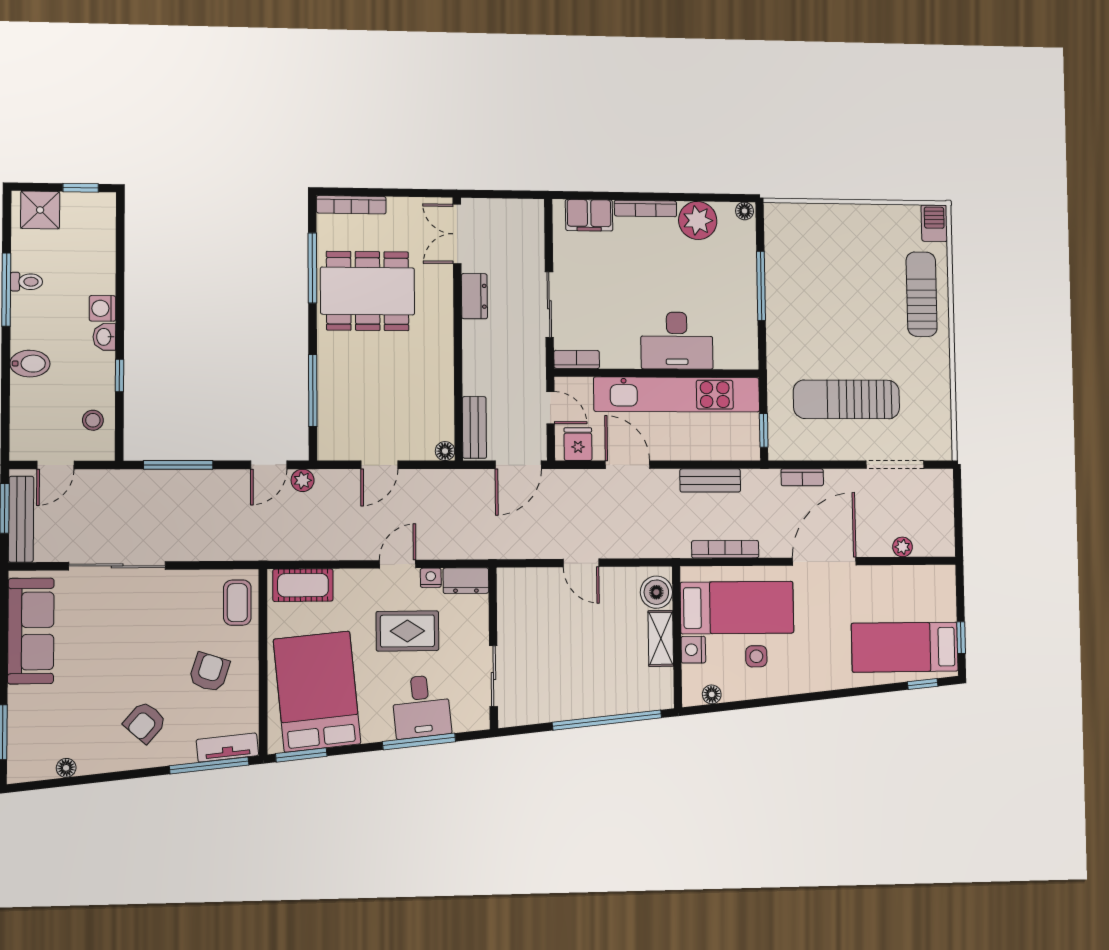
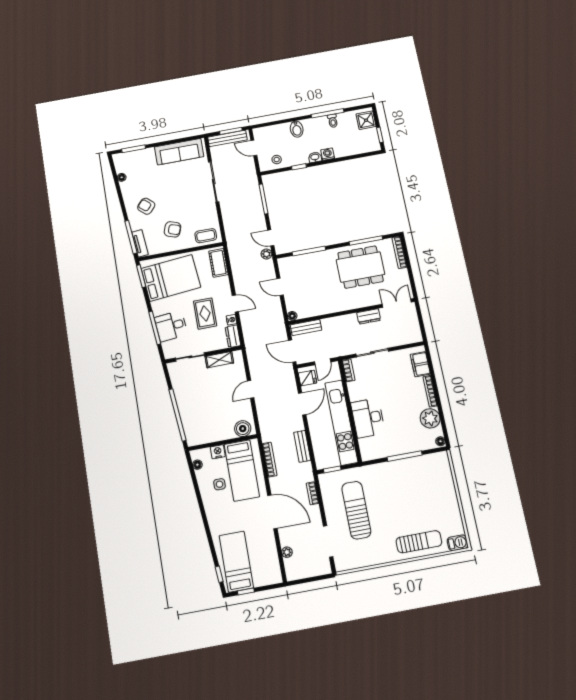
dining table: (368, 291) -> (360, 267), turned 90
shelving: (661, 638) -> (219, 360), moved

